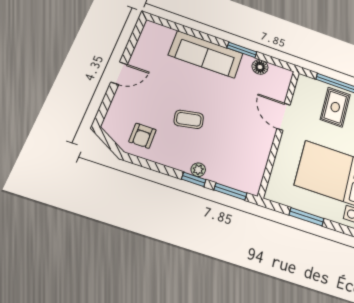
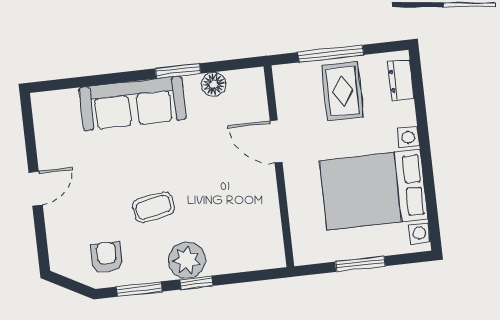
armchair: (142, 136) -> (107, 257), turned 180
plant: (198, 170) -> (187, 260), width x1.87, depth x1.87
window: (230, 192) -> (139, 289), moved

